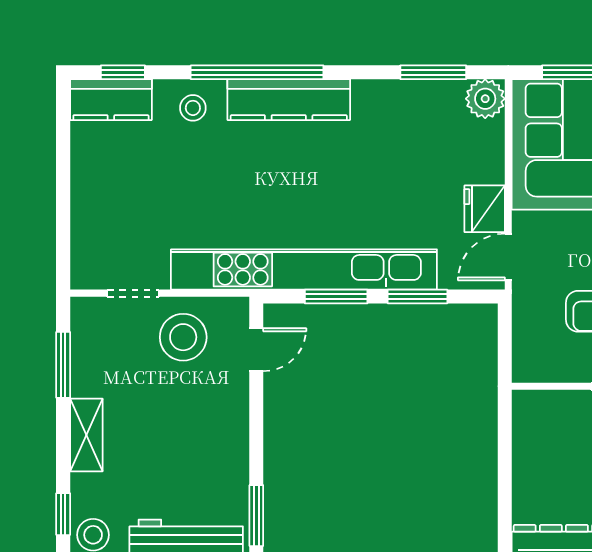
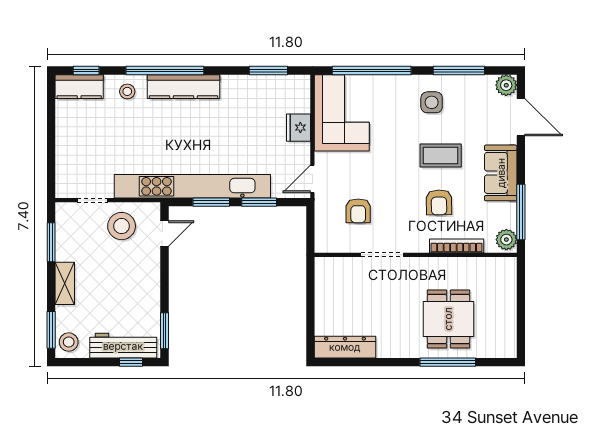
plant: (485, 99) -> (299, 86), removed
fridge: (485, 209) -> (298, 128), moved
window: (63, 514) -> (51, 330), width x1.50

